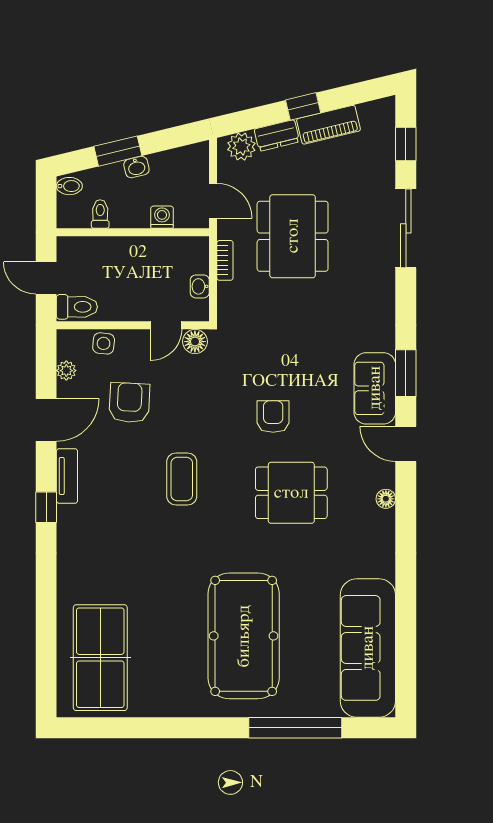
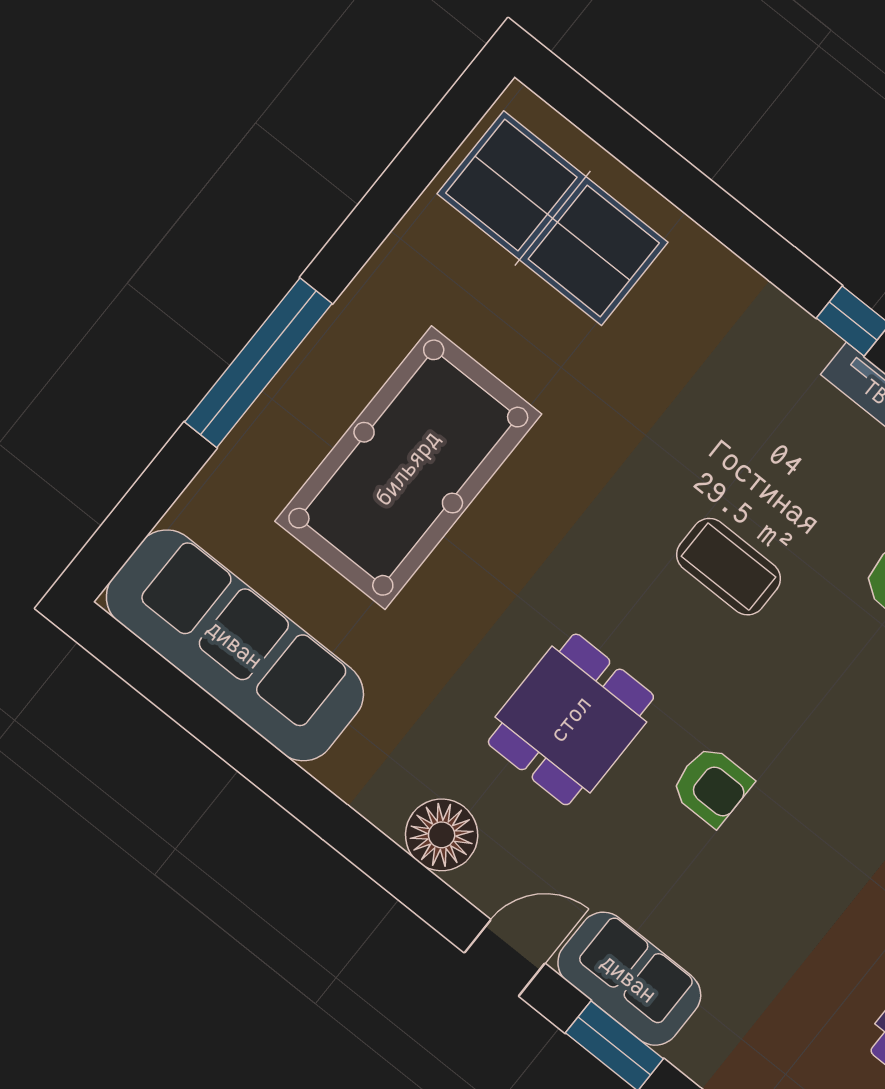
floor lamp: (386, 499) -> (442, 835), width x1.89, depth x1.89
pool table: (244, 636) -> (408, 468), turned 90
window: (295, 728) -> (258, 363), moved

